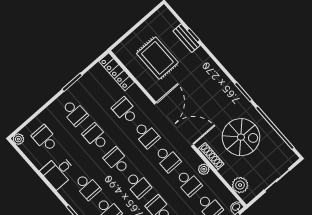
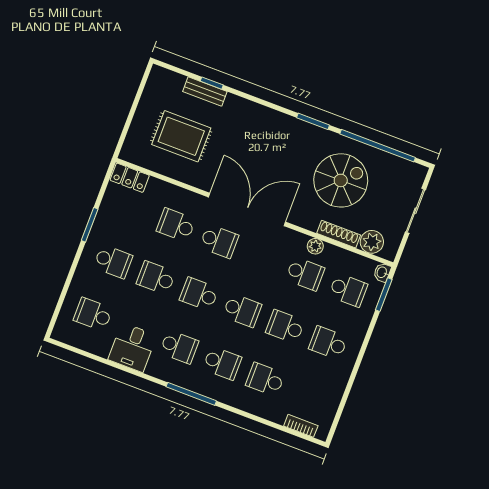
locker: (117, 72) -> (130, 178), width x0.66
plant: (18, 139) -> (60, 333), removed
shoe rack: (211, 157) -> (339, 234), moved
school desk: (167, 159) -> (262, 258), removed

